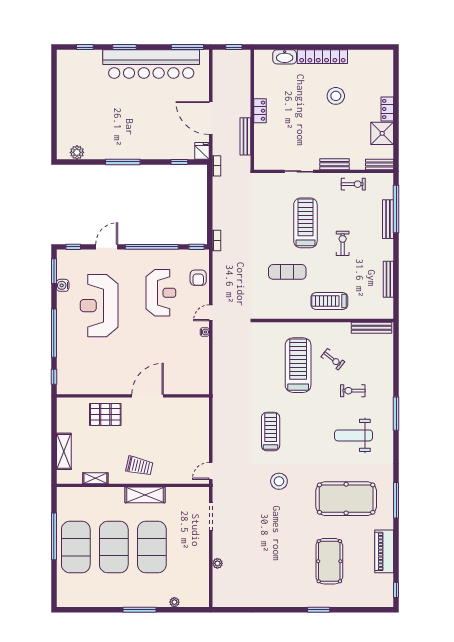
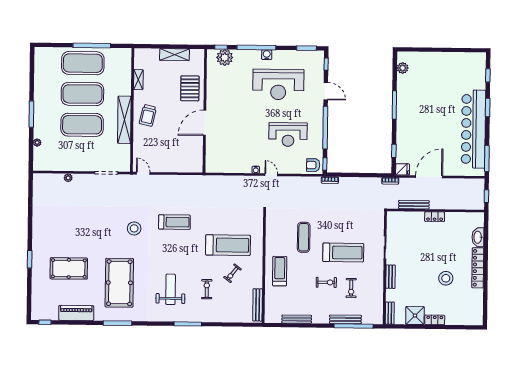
exercise bike: (353, 184) -> (351, 288), moved
armchair: (198, 278) -> (313, 165), moved
water cooler: (63, 285) -> (267, 55), moved
reception desk: (99, 306) -> (278, 84), turned 180
plant: (67, 372) -> (225, 57), added
door: (148, 396) -> (205, 123), swing flipped
shelving: (64, 451) -> (174, 55), moved
shelving: (145, 495) -> (124, 120), width x1.47

